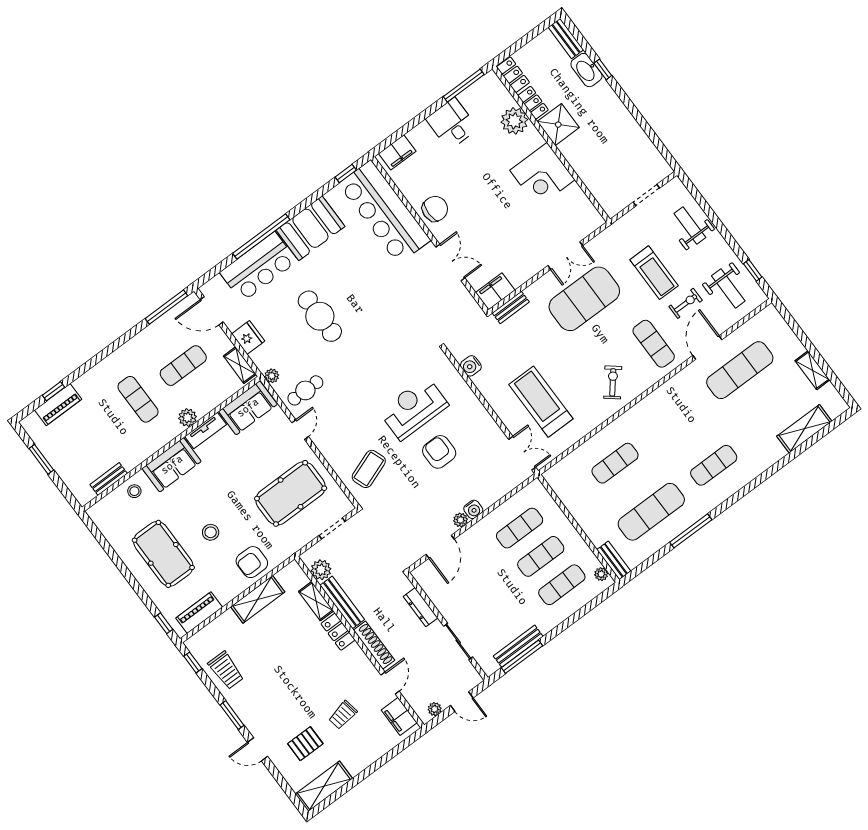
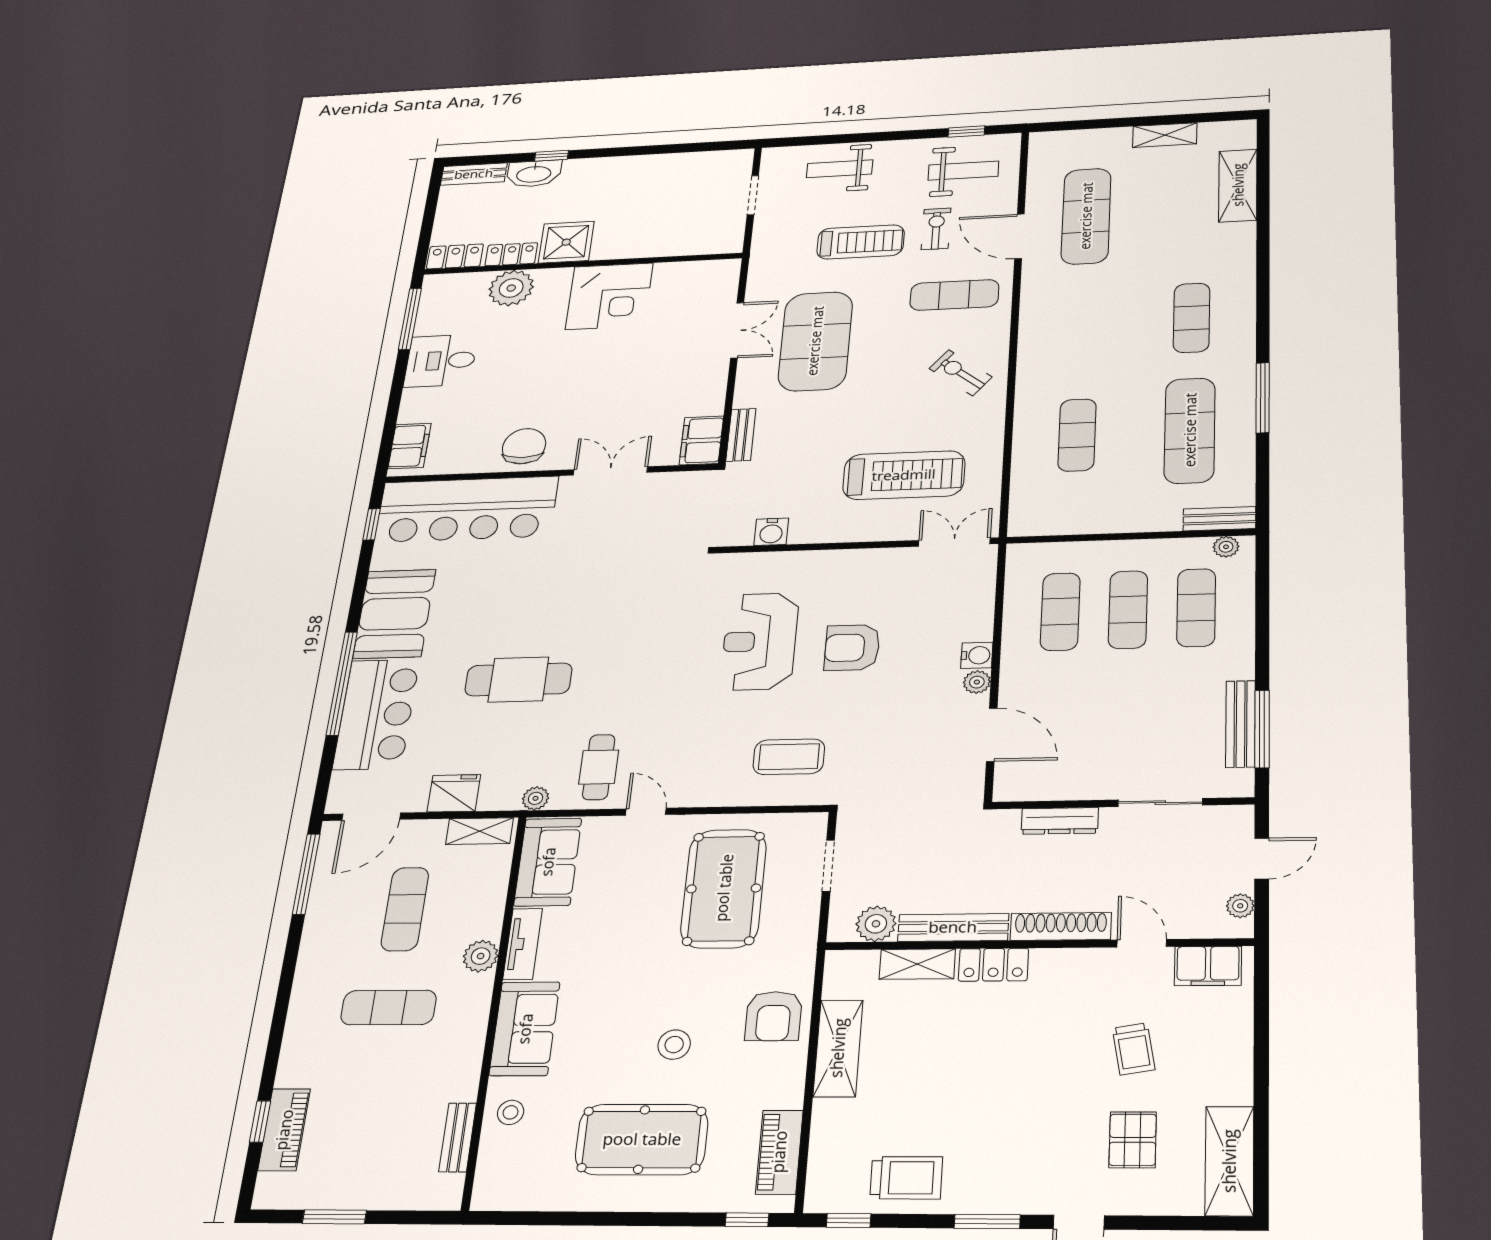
treadmill: (541, 402) -> (904, 475), turned 180
coffee table: (369, 469) -> (789, 757), turned -70

